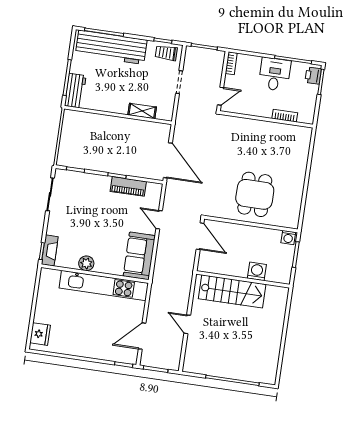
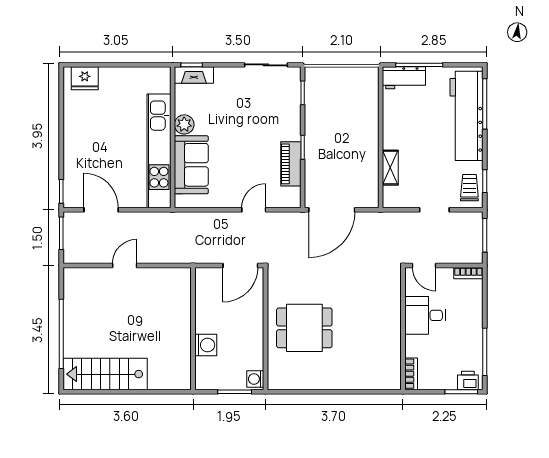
desk: (275, 74) -> (425, 315), moved, turned 180
bookcase: (285, 116) -> (411, 374), moved
sofa: (139, 256) -> (191, 165), moved, turned 90
stairs: (232, 291) -> (105, 374), moved, turned 90

